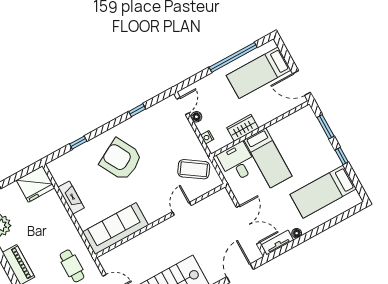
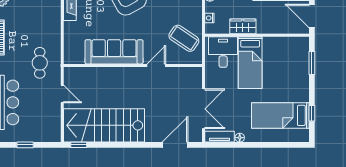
window: (342, 156) -> (312, 113), moved
sofa: (116, 229) -> (114, 52), moved

